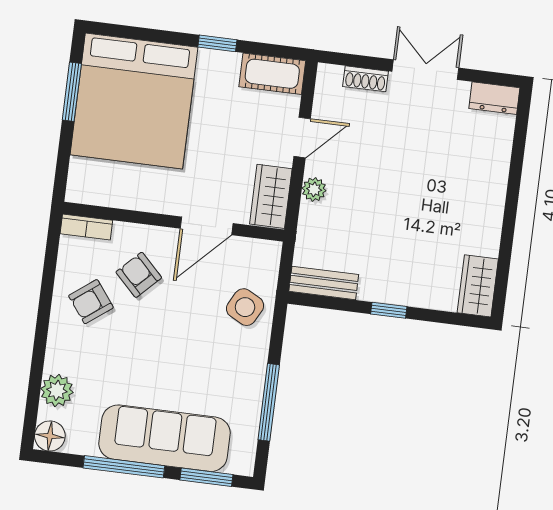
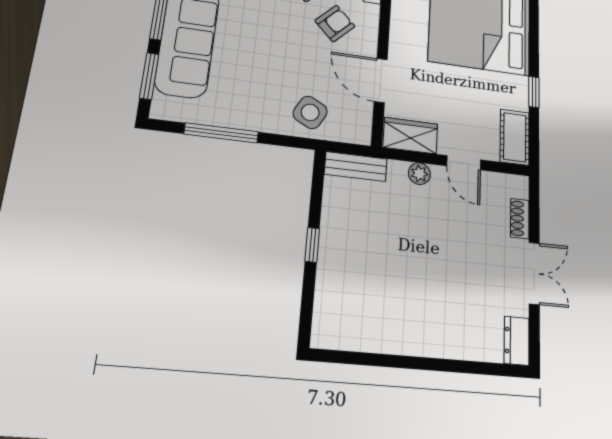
bench: (324, 283) -> (356, 167), moved, turned 90
wardrobe: (478, 286) -> (340, 333), removed

